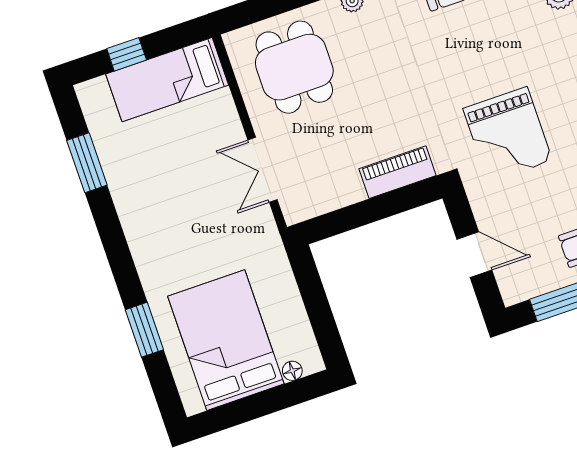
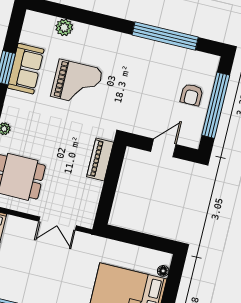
grand piano: (508, 135) -> (77, 83), moved

